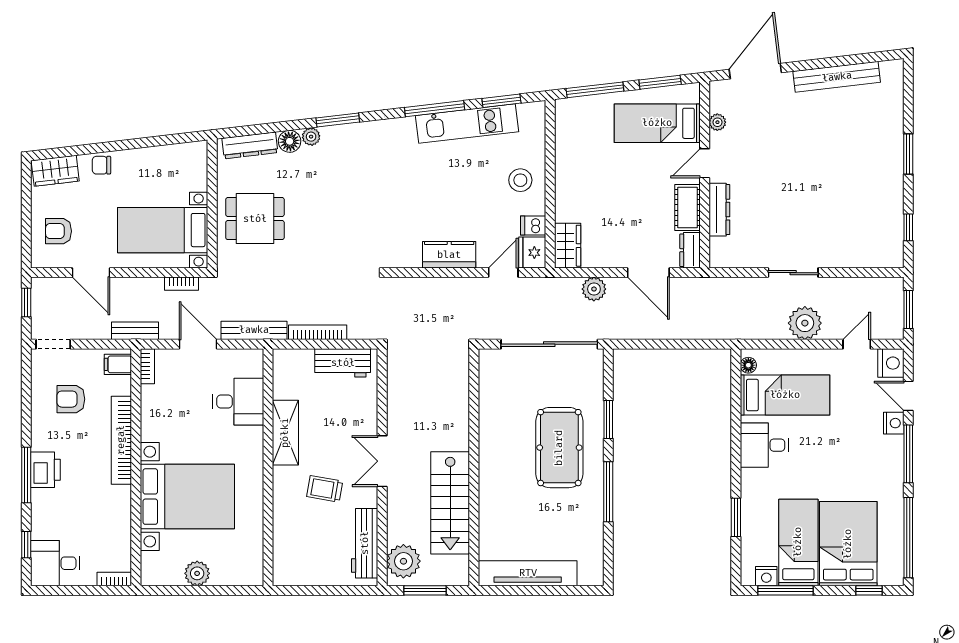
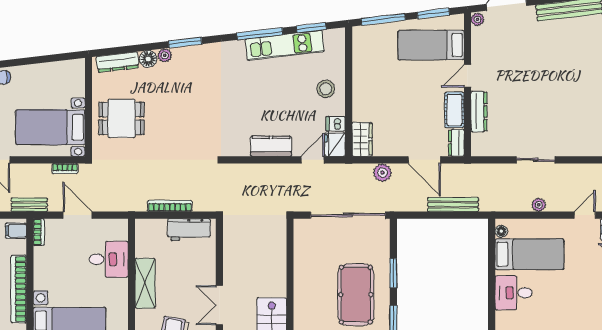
plant: (717, 122) -> (477, 19), moved
plant: (805, 323) -> (539, 205), width x0.53, depth x0.53
bench: (254, 330) -> (453, 205), moved

